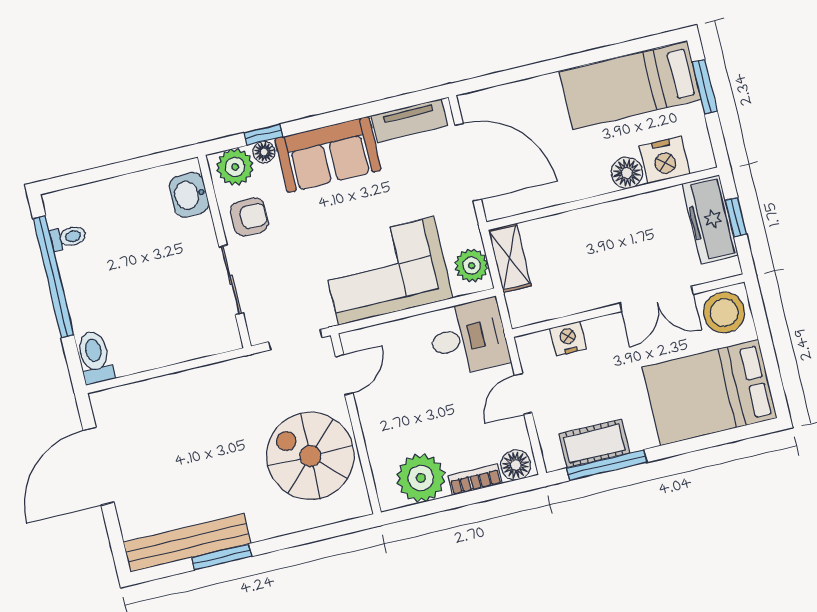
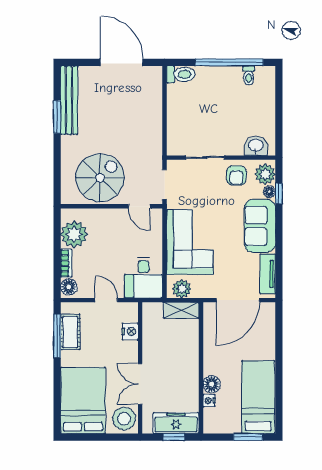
nightstand: (665, 160) -> (209, 401), width x0.53, depth x0.56

